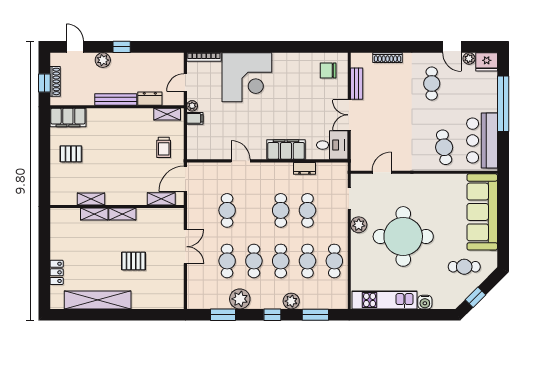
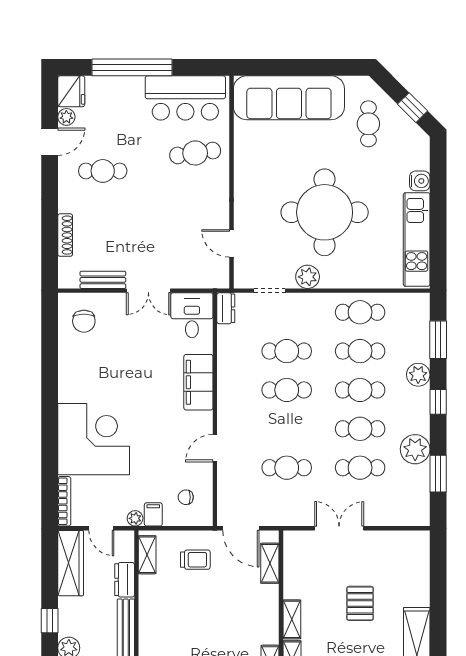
wardrobe: (161, 61) -> (71, 563), added
chair: (207, 141) -> (186, 497), added
dresser: (304, 168) -> (226, 308), moved

